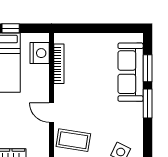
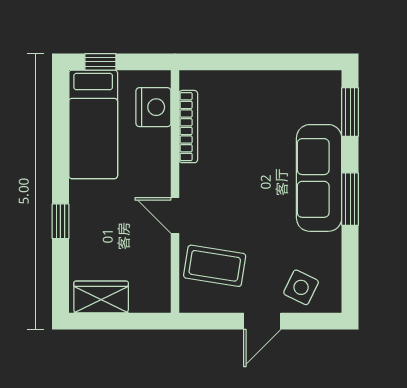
window: (148, 68) -> (350, 112), moved
sofa: (131, 72) -> (319, 178), moved

